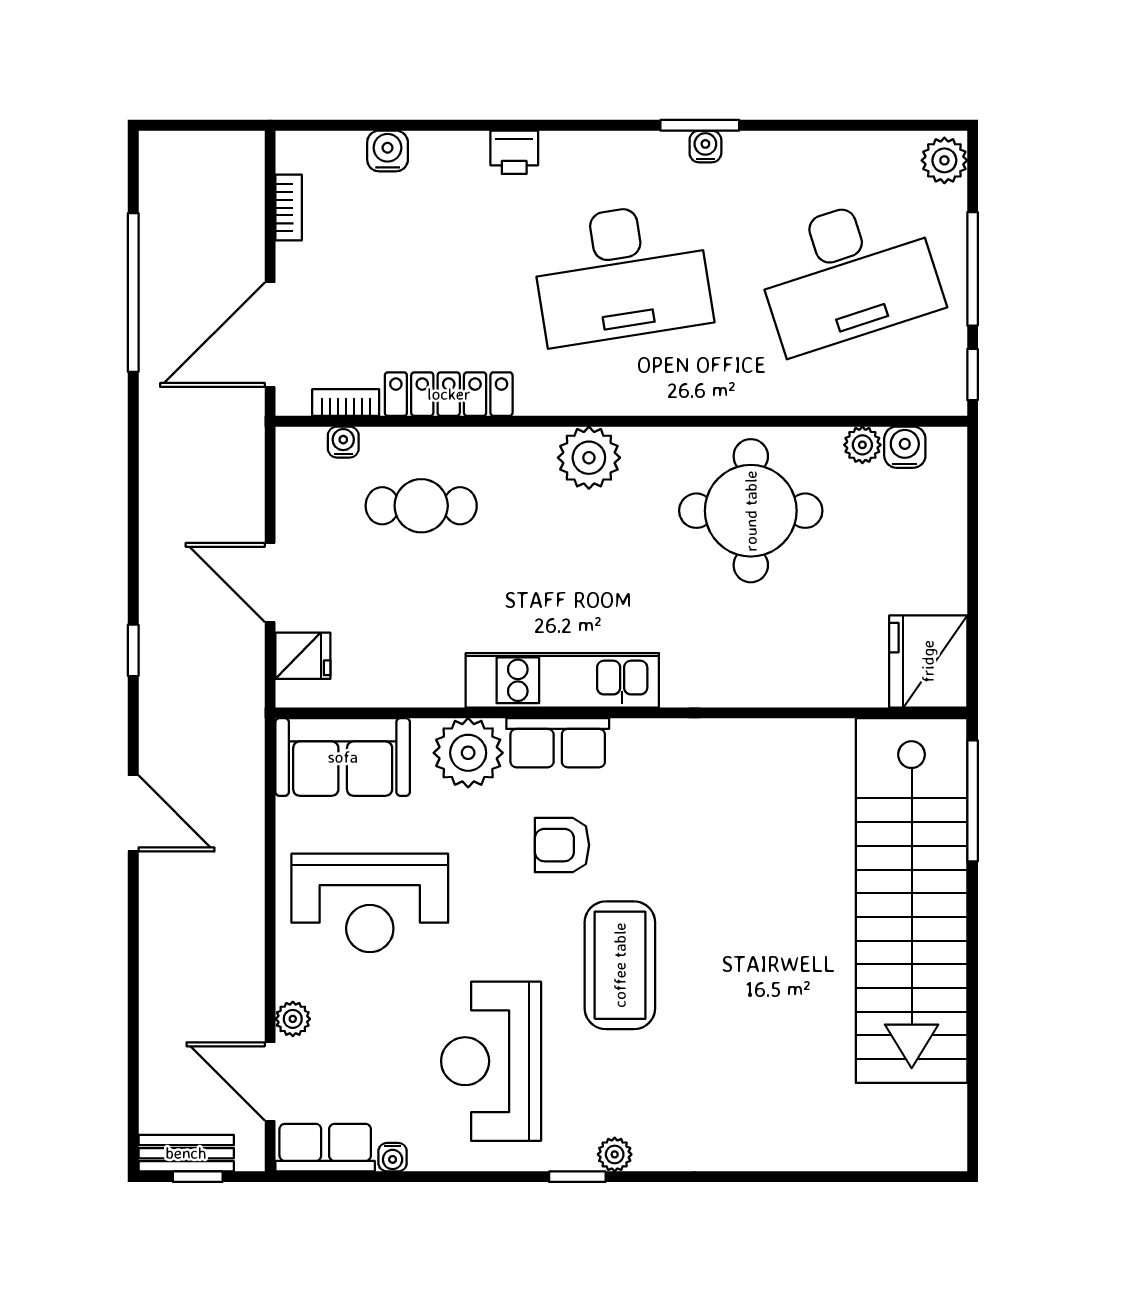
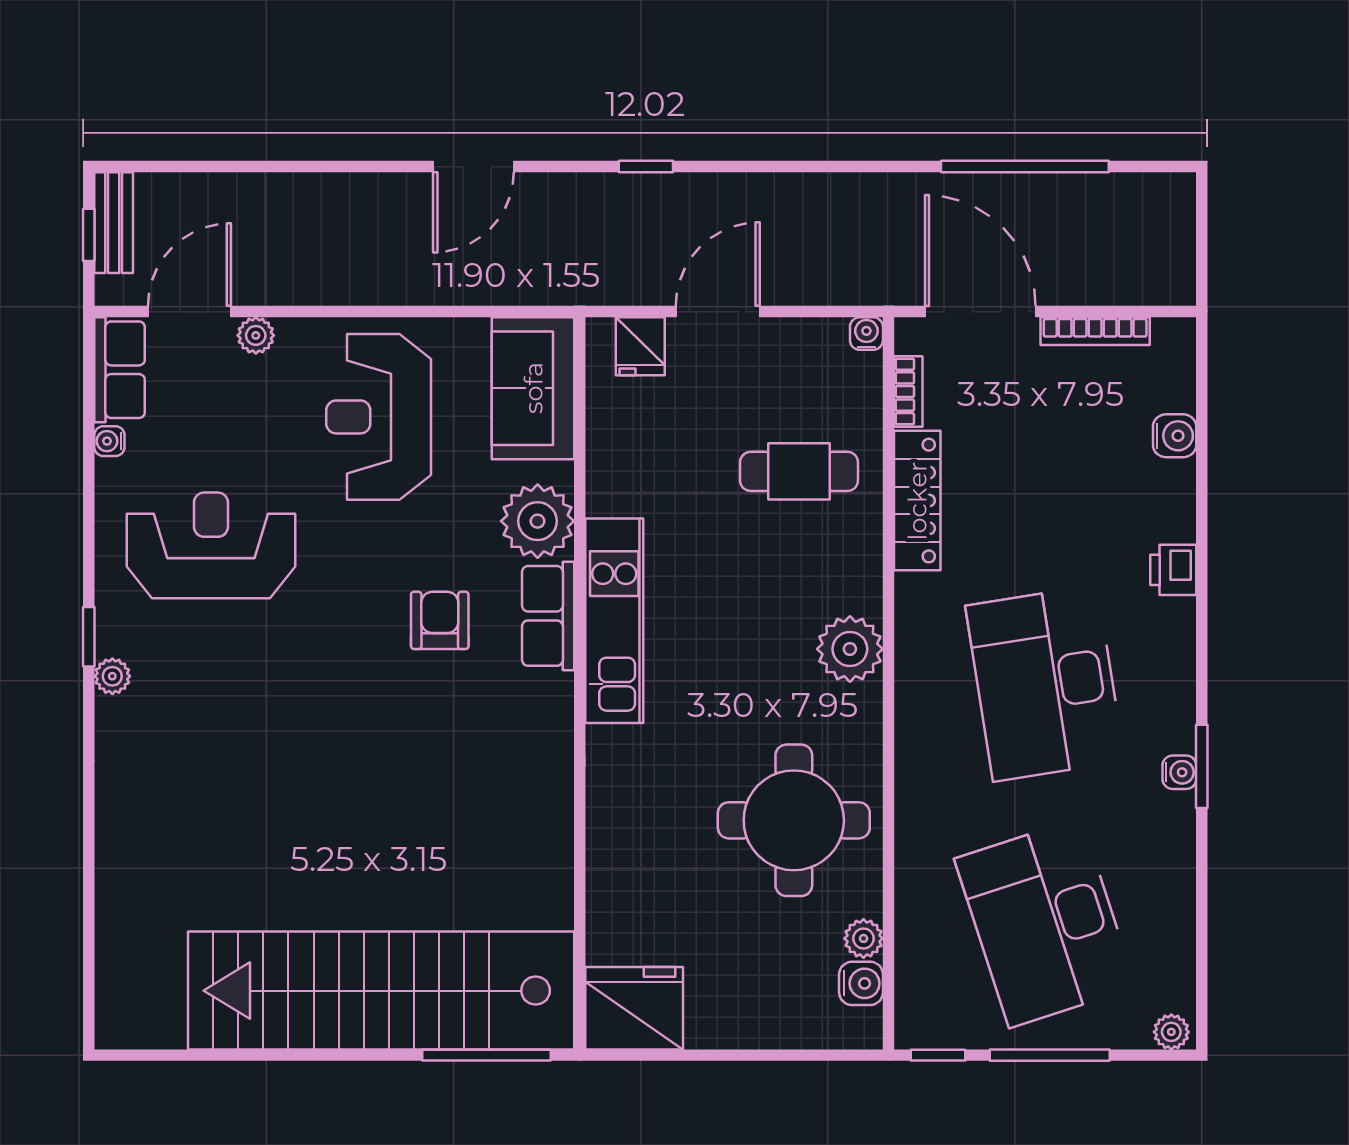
plant: (944, 160) -> (1171, 1032), width x0.73, depth x0.73
bookcase: (289, 208) -> (1095, 331), width x1.56
water cooler: (343, 442) -> (866, 334), moved, turned -90
cafe table: (421, 506) -> (799, 471), turned 90
coffee table: (620, 965) -> (313, 682), removed

